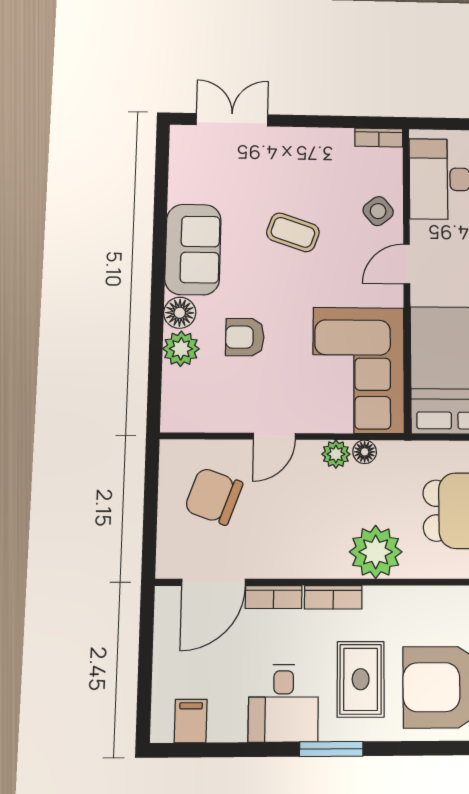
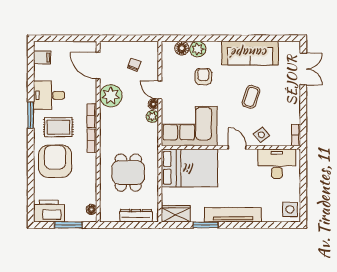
sofa: (193, 249) -> (250, 53), width x1.36
floor lamp: (180, 313) -> (182, 48), moved
floor lamp: (365, 452) -> (153, 104), moved
chair: (214, 496) -> (134, 65), width x0.54, depth x0.54
plant: (376, 552) -> (111, 96), moved
bookcase: (274, 597) -> (92, 141), moved

